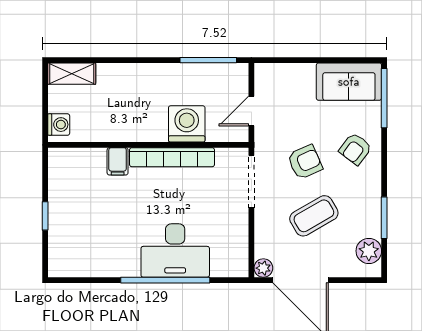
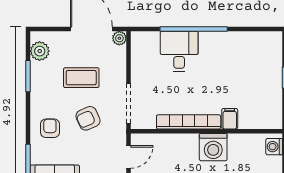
washing machine: (187, 124) -> (213, 147), moved
armchair: (355, 149) -> (50, 128), turned -37
coffee table: (314, 216) -> (81, 78), turned 30
desk: (175, 251) -> (179, 51), width x0.73

